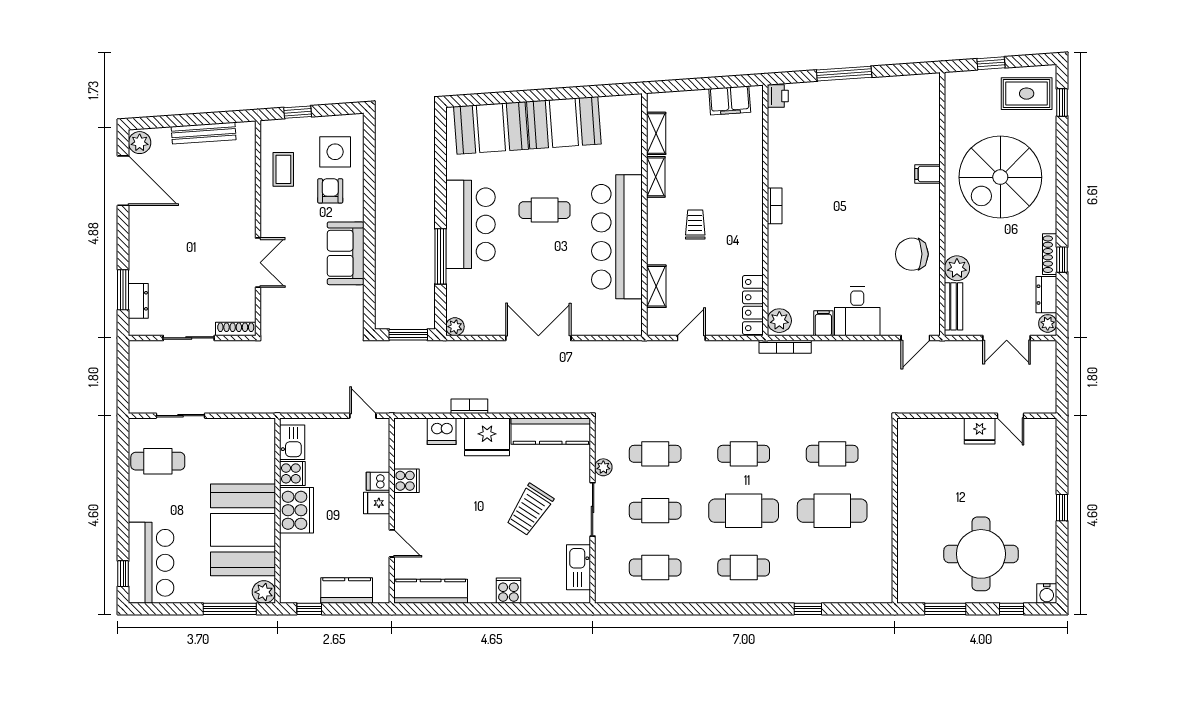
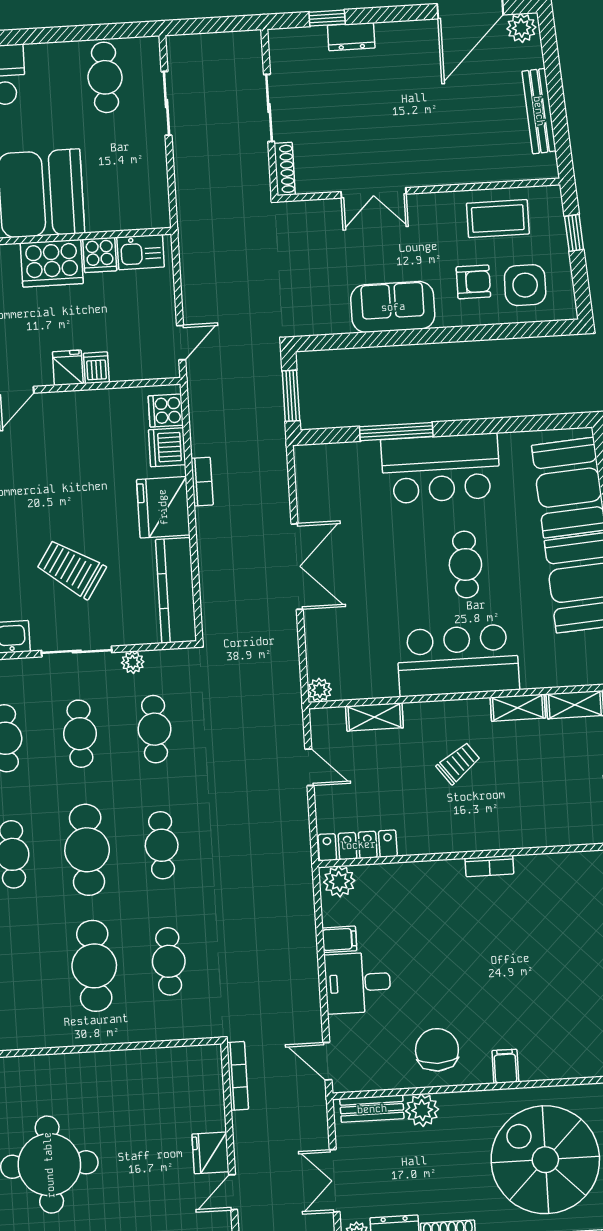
coffee table: (283, 169) -> (498, 219), width x1.36, depth x1.30
filing cabinet: (928, 174) -> (505, 1066), moved
trolley: (695, 225) -> (458, 763), turned -37
bar counter: (617, 237) -> (458, 660), width x0.73
window: (123, 290) -> (327, 18), width x0.67
dresser: (138, 301) -> (351, 37), moved
plant: (455, 327) -> (320, 690), moved
bookcase: (785, 347) -> (238, 1076), moved, turned 180
cooker: (407, 481) -> (166, 410), moved, turned 90

